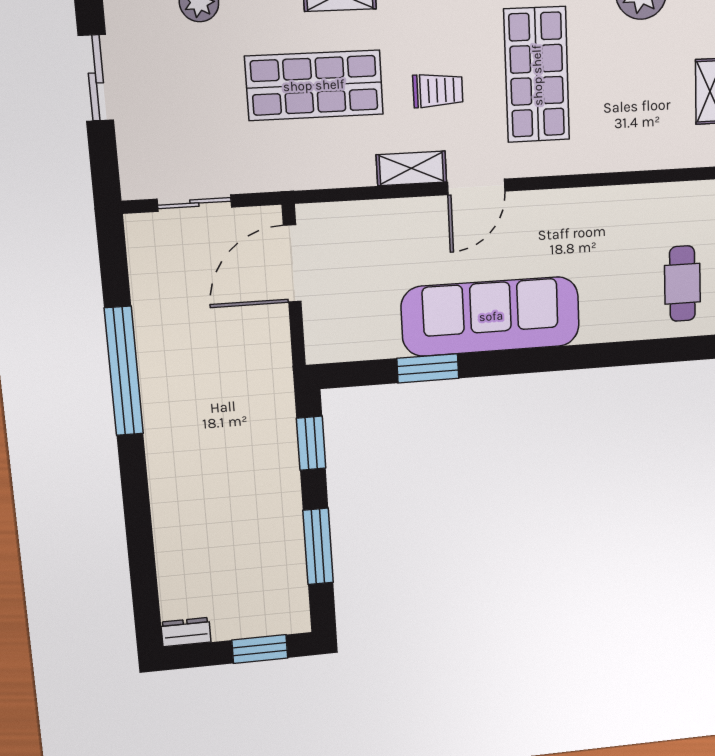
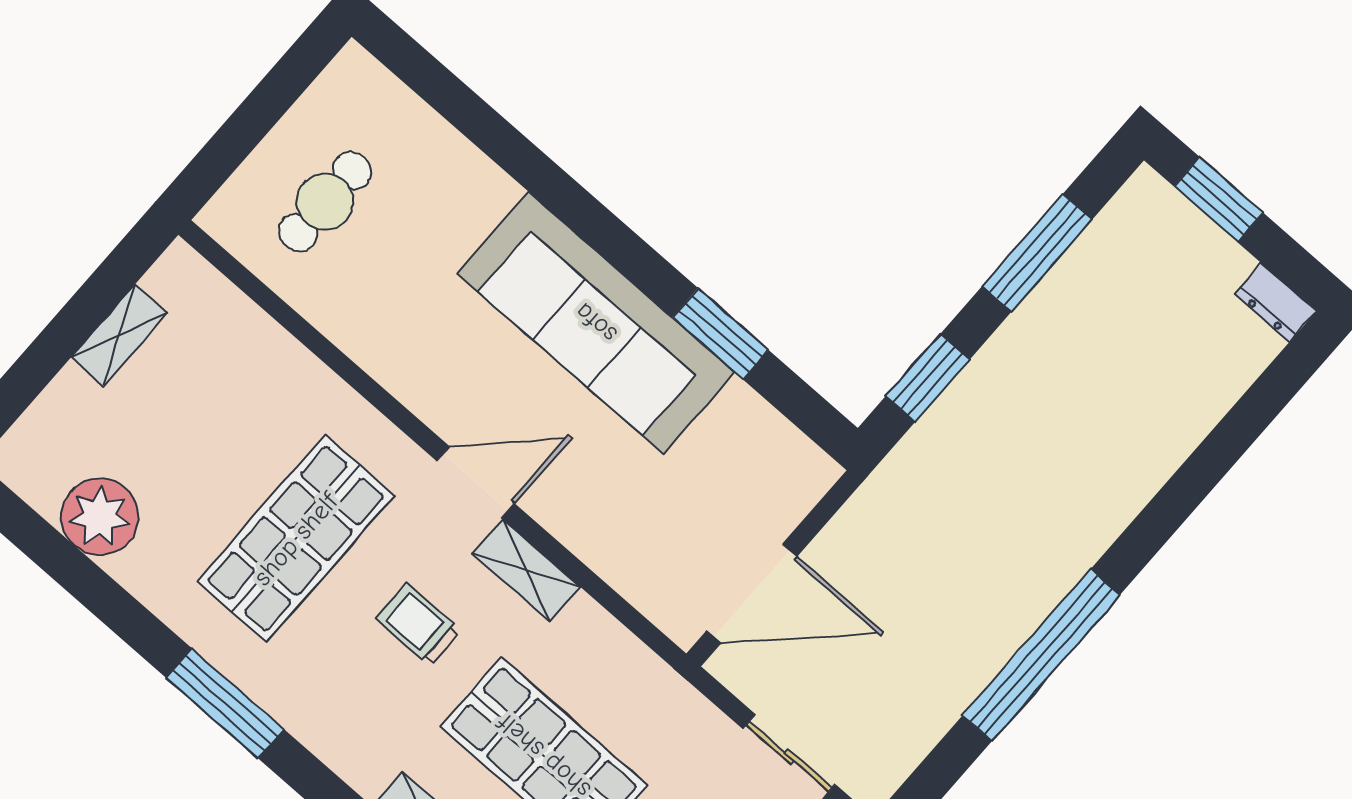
cafe table: (682, 284) -> (325, 202), moved

